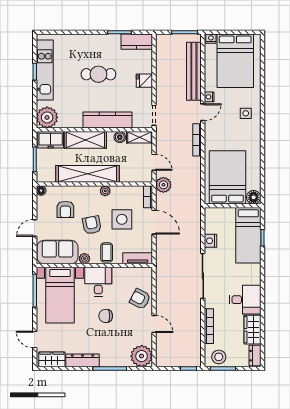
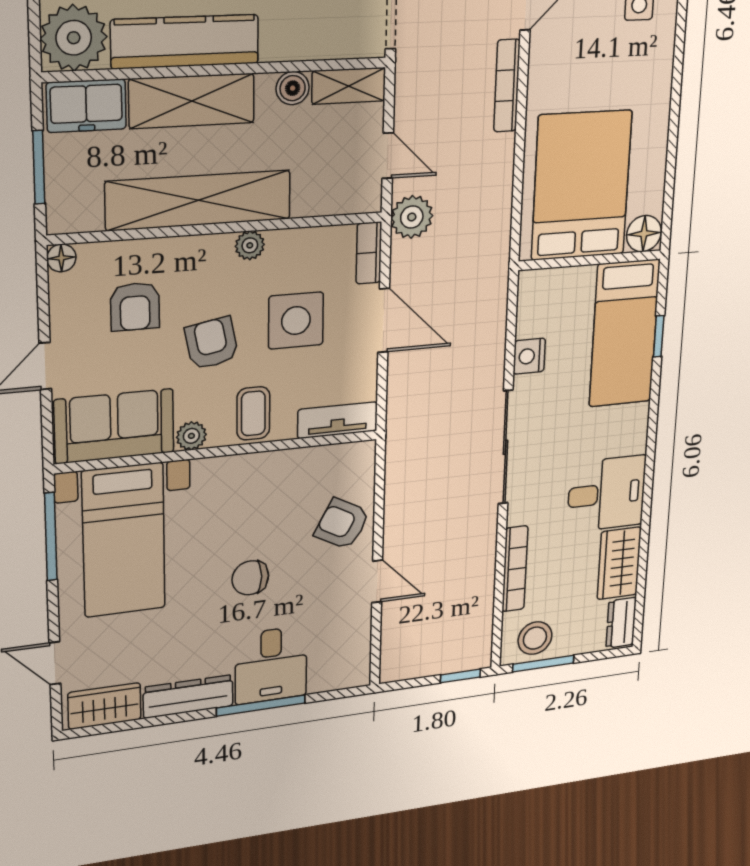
kitchen counter: (107, 120) -> (185, 42), moved
desk: (98, 282) -> (271, 665), moved, turned 180
plant: (142, 356) -> (343, 664), removed

